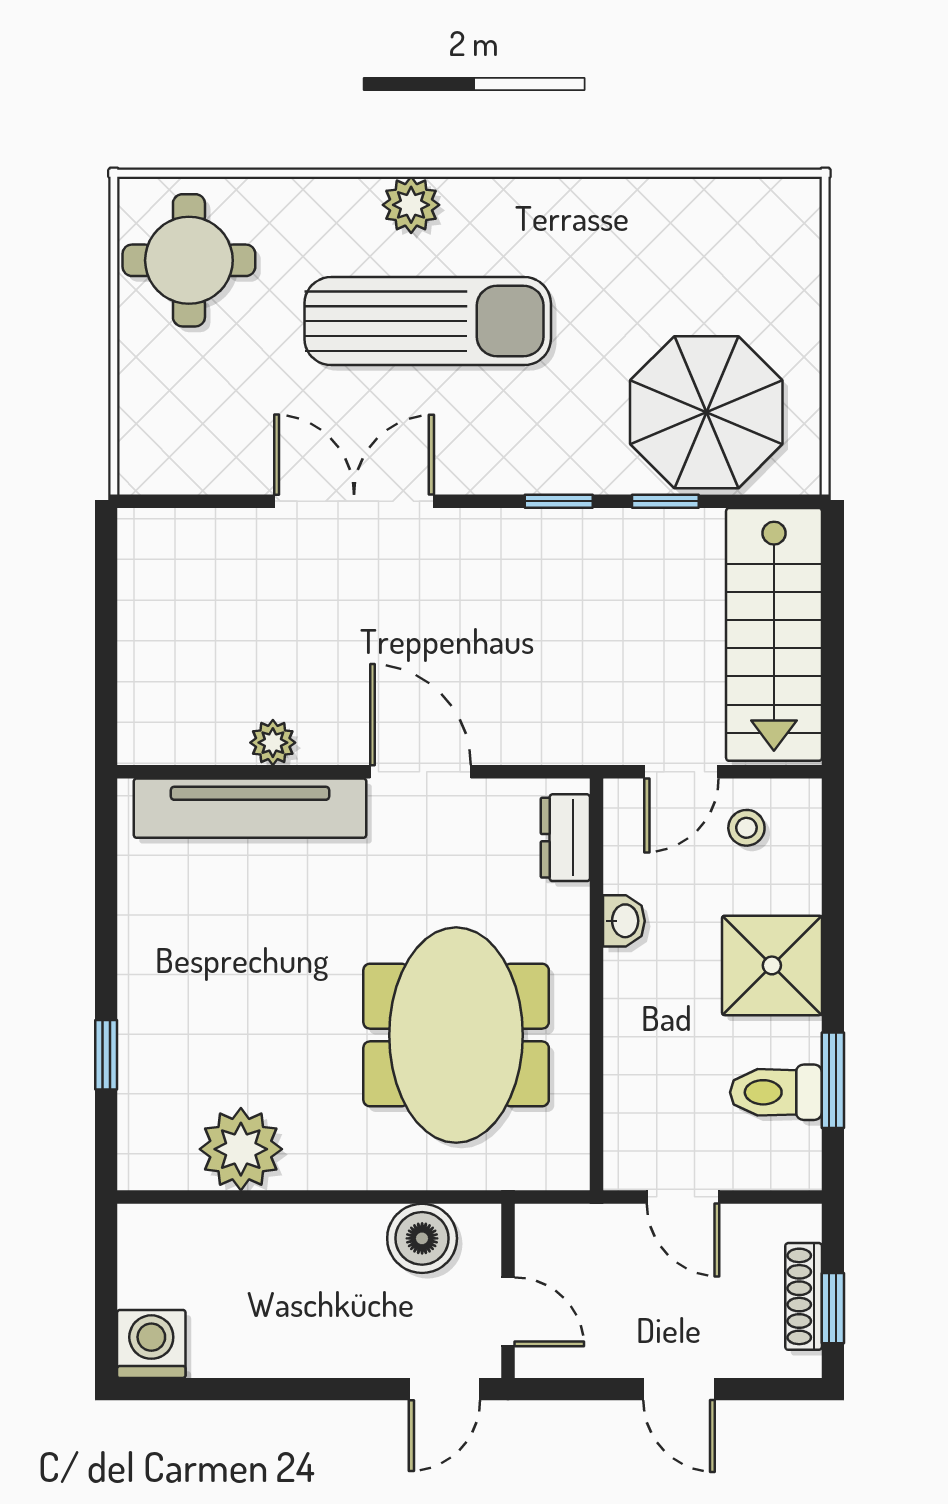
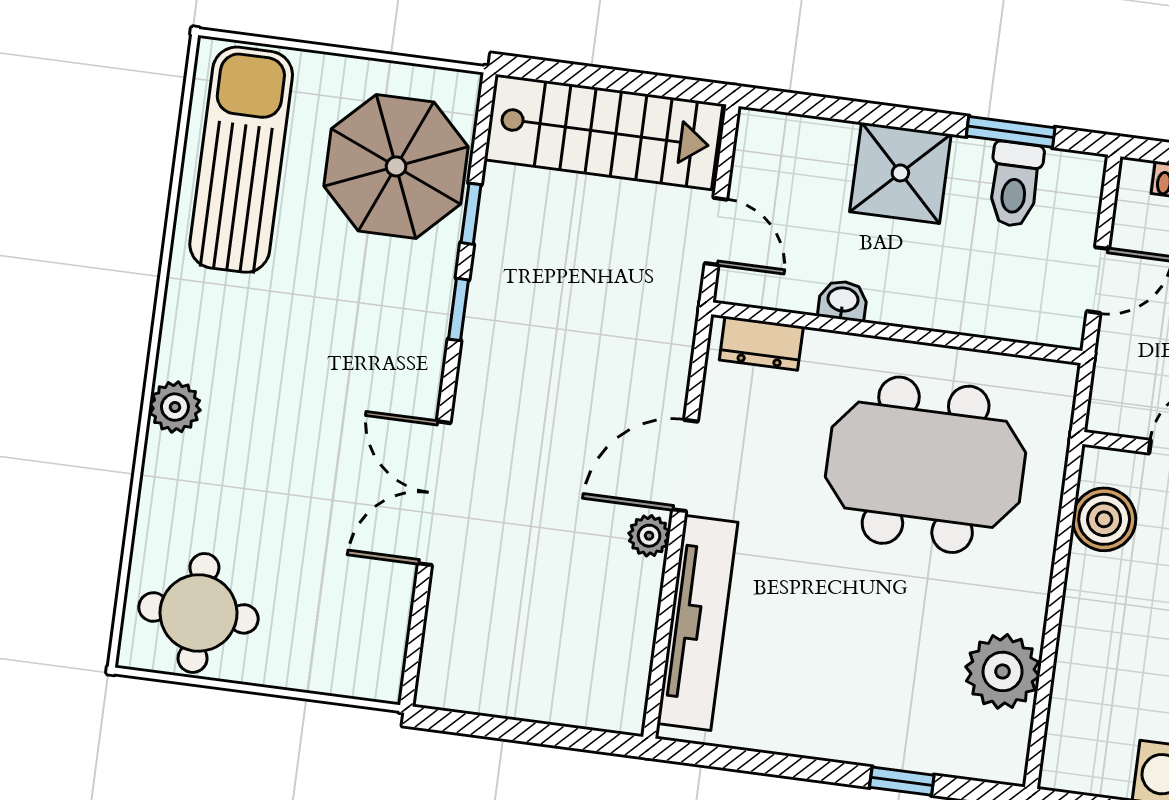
sun lounger: (428, 321) -> (241, 160), moved
plant: (273, 743) -> (649, 536), moved
stool: (746, 828) -> (774, 180), removed

